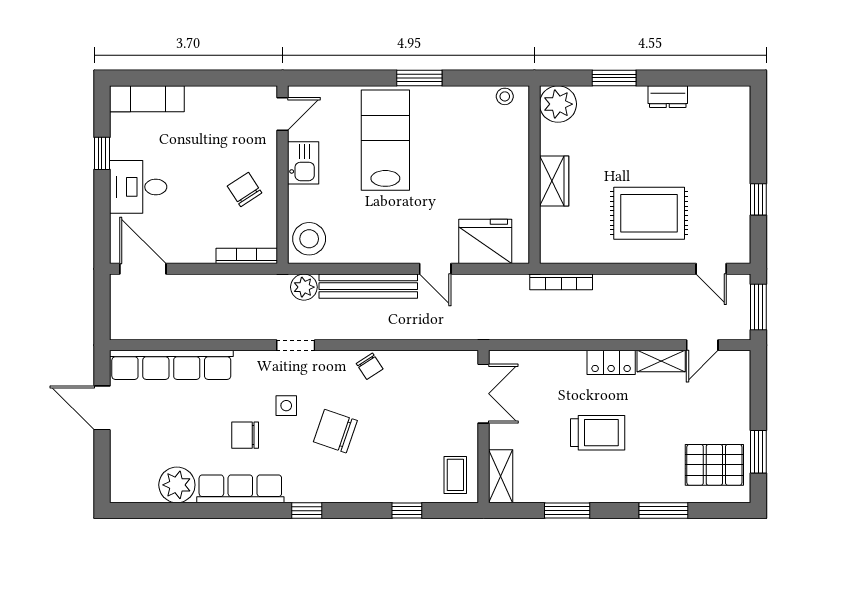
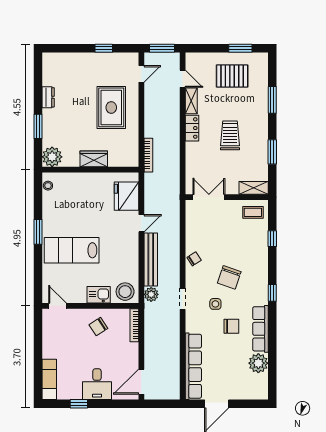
kitchen sink: (303, 163) -> (99, 295), moved
chair: (245, 435) -> (231, 326), turned -90
pallet: (714, 465) -> (232, 76), moved, turned 90

